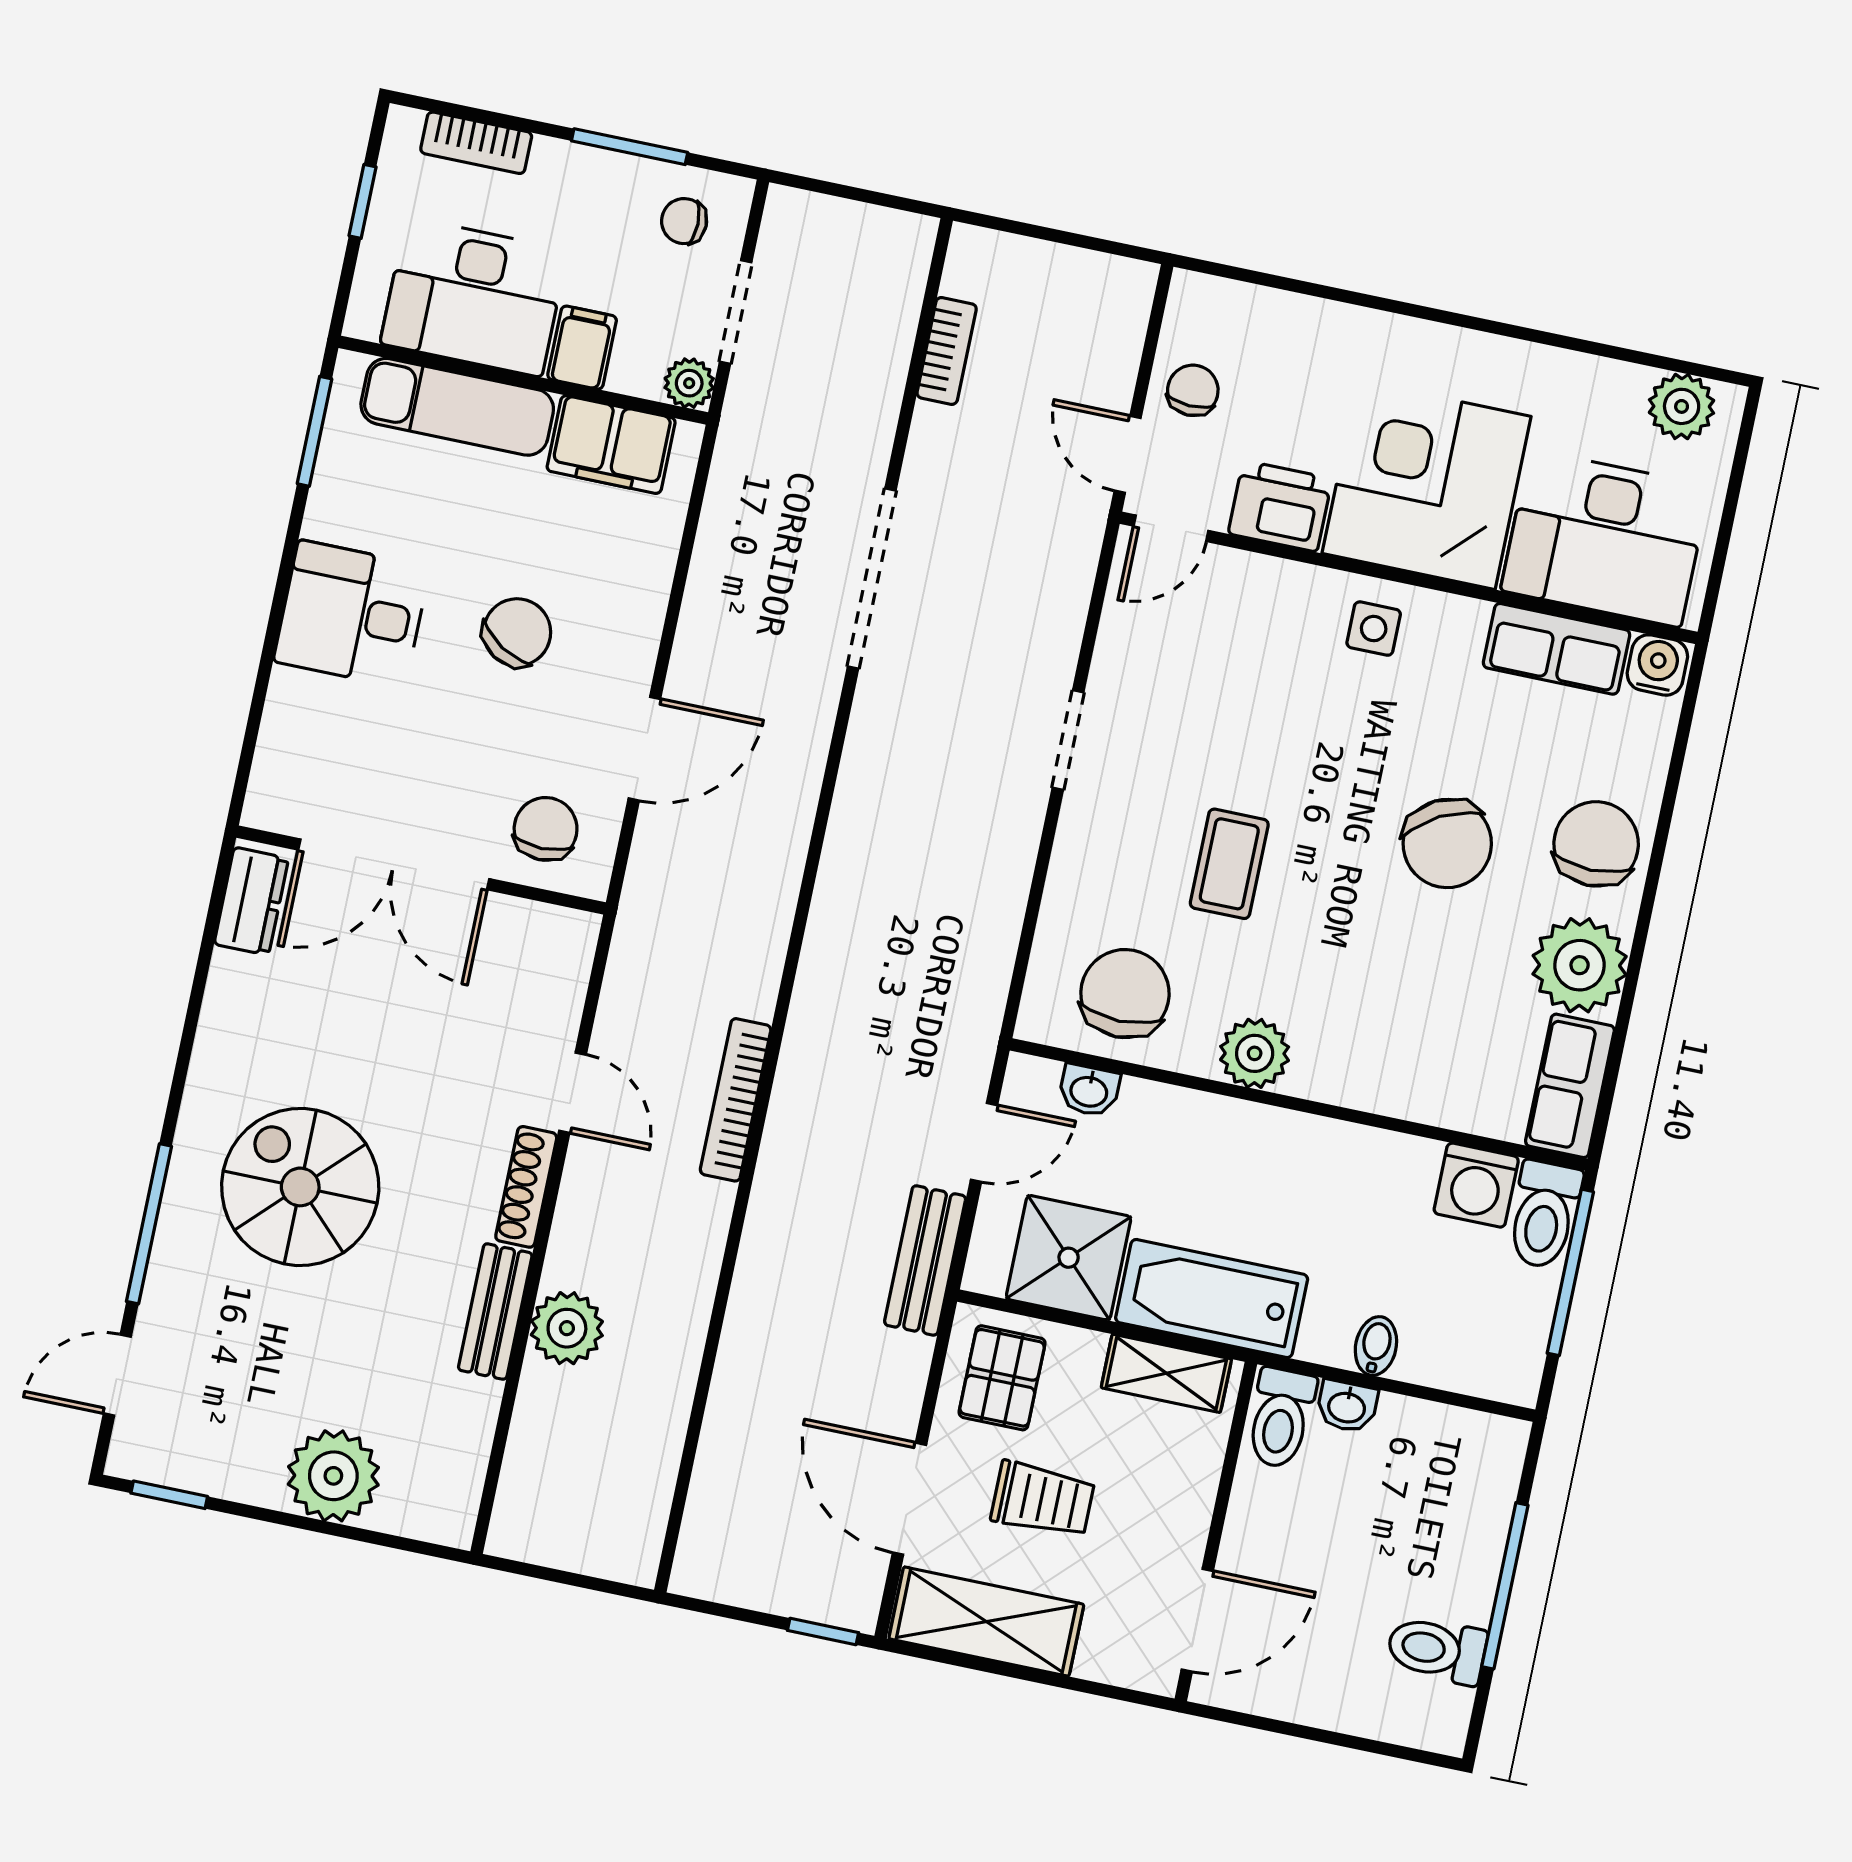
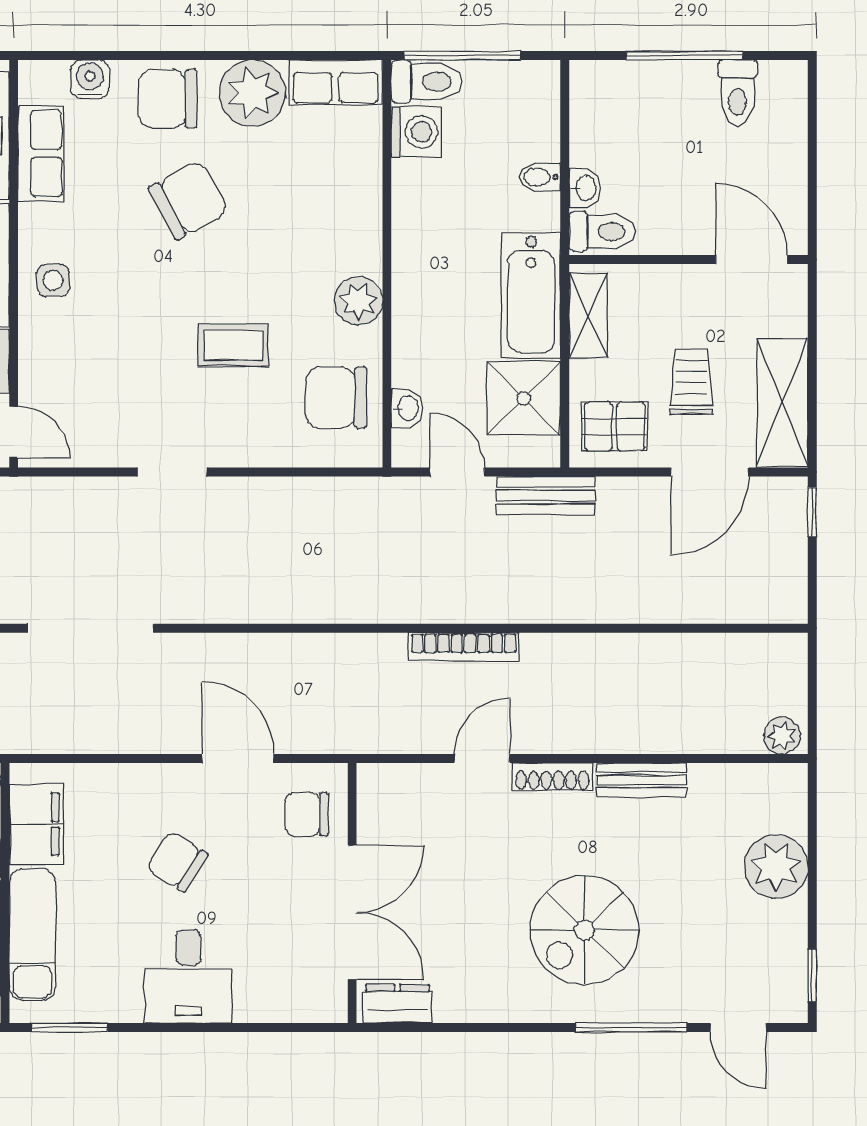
water cooler: (1657, 665) -> (90, 79), moved, turned 90
plant: (567, 1328) -> (782, 736), moved, width x0.73, depth x0.73

